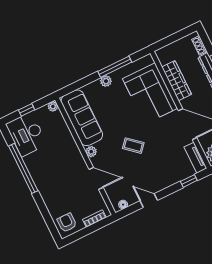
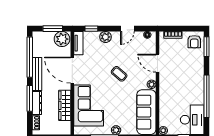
plant: (169, 179) -> (105, 37), added
door: (149, 201) -> (127, 29), hinge flipped
window: (50, 224) -> (207, 47), added

